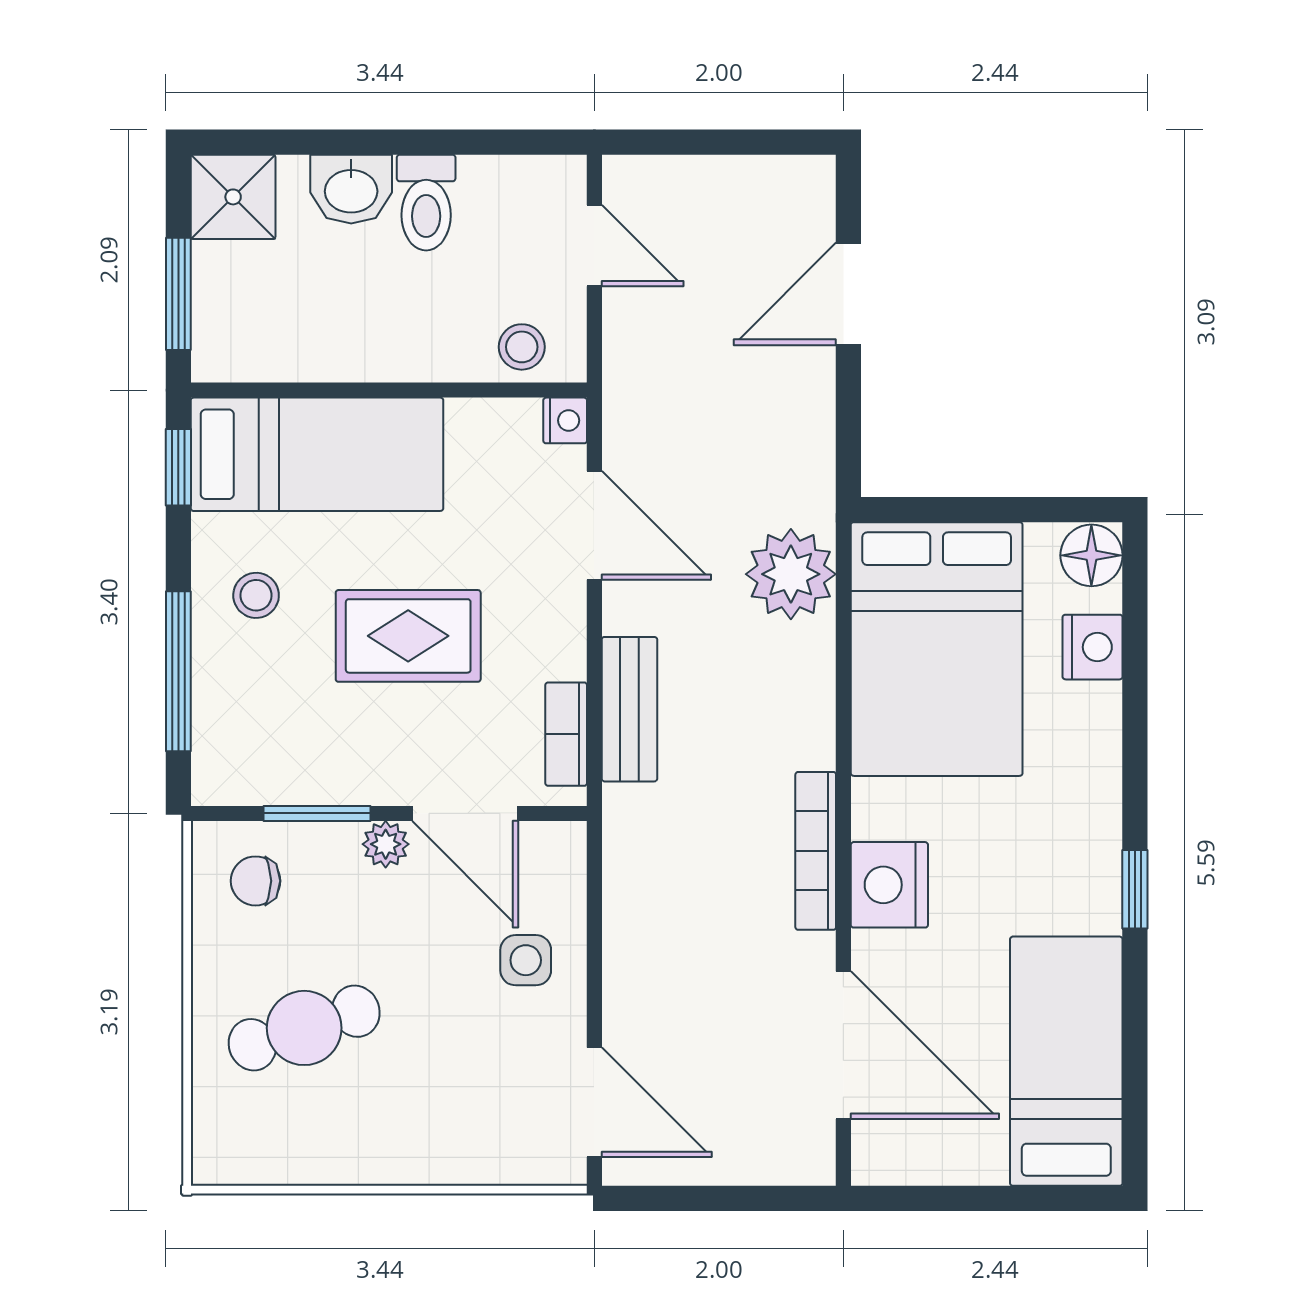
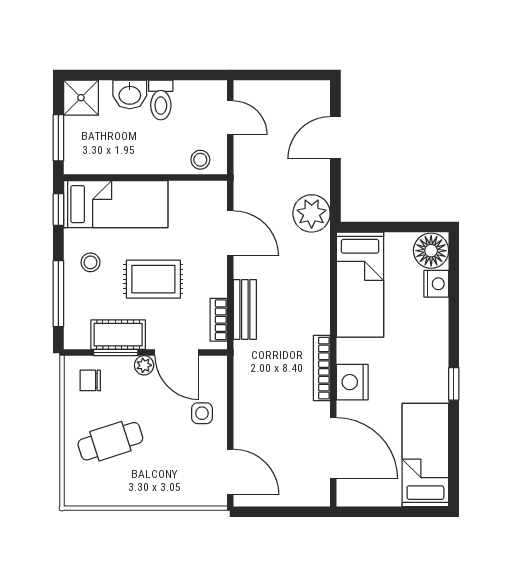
nightstand: (565, 420) -> (218, 190), removed
floor lamp: (1091, 555) -> (431, 251), width x1.38, depth x1.38
plant: (791, 574) -> (312, 213), moved
bed: (937, 649) -> (360, 285), width x0.67
cot: (323, 770) -> (118, 335), added

